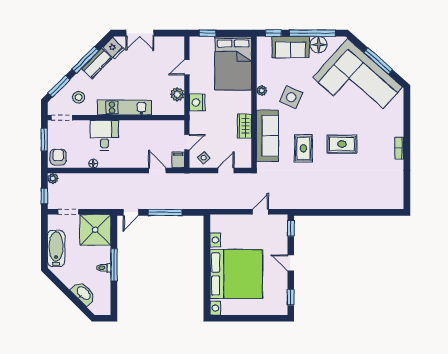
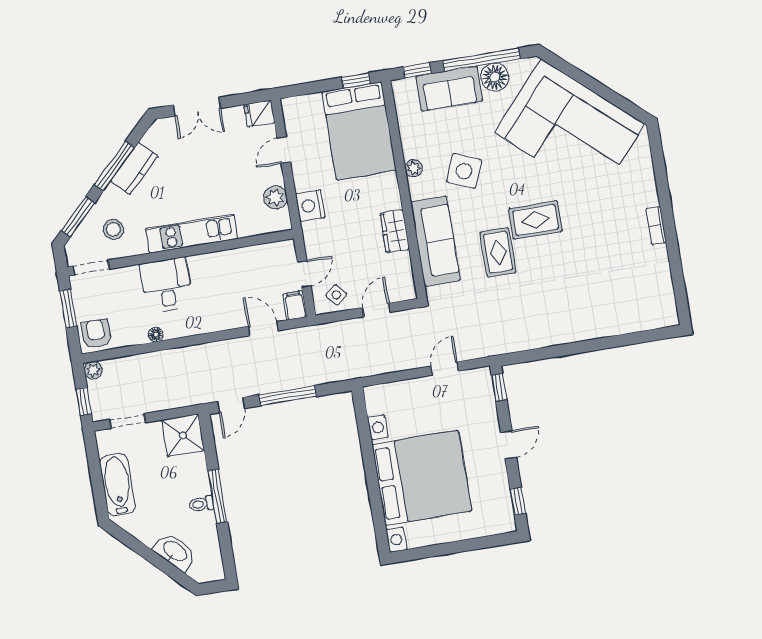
window: (207, 33) -> (356, 80), moved
fridge: (113, 48) -> (259, 114), moved, turned 135
window: (378, 61) -> (598, 88), removed
rug: (342, 144) -> (535, 220), moved
shower: (95, 230) -> (183, 435), width x0.73, depth x0.73
door: (291, 263) -> (509, 445), swing flipped

